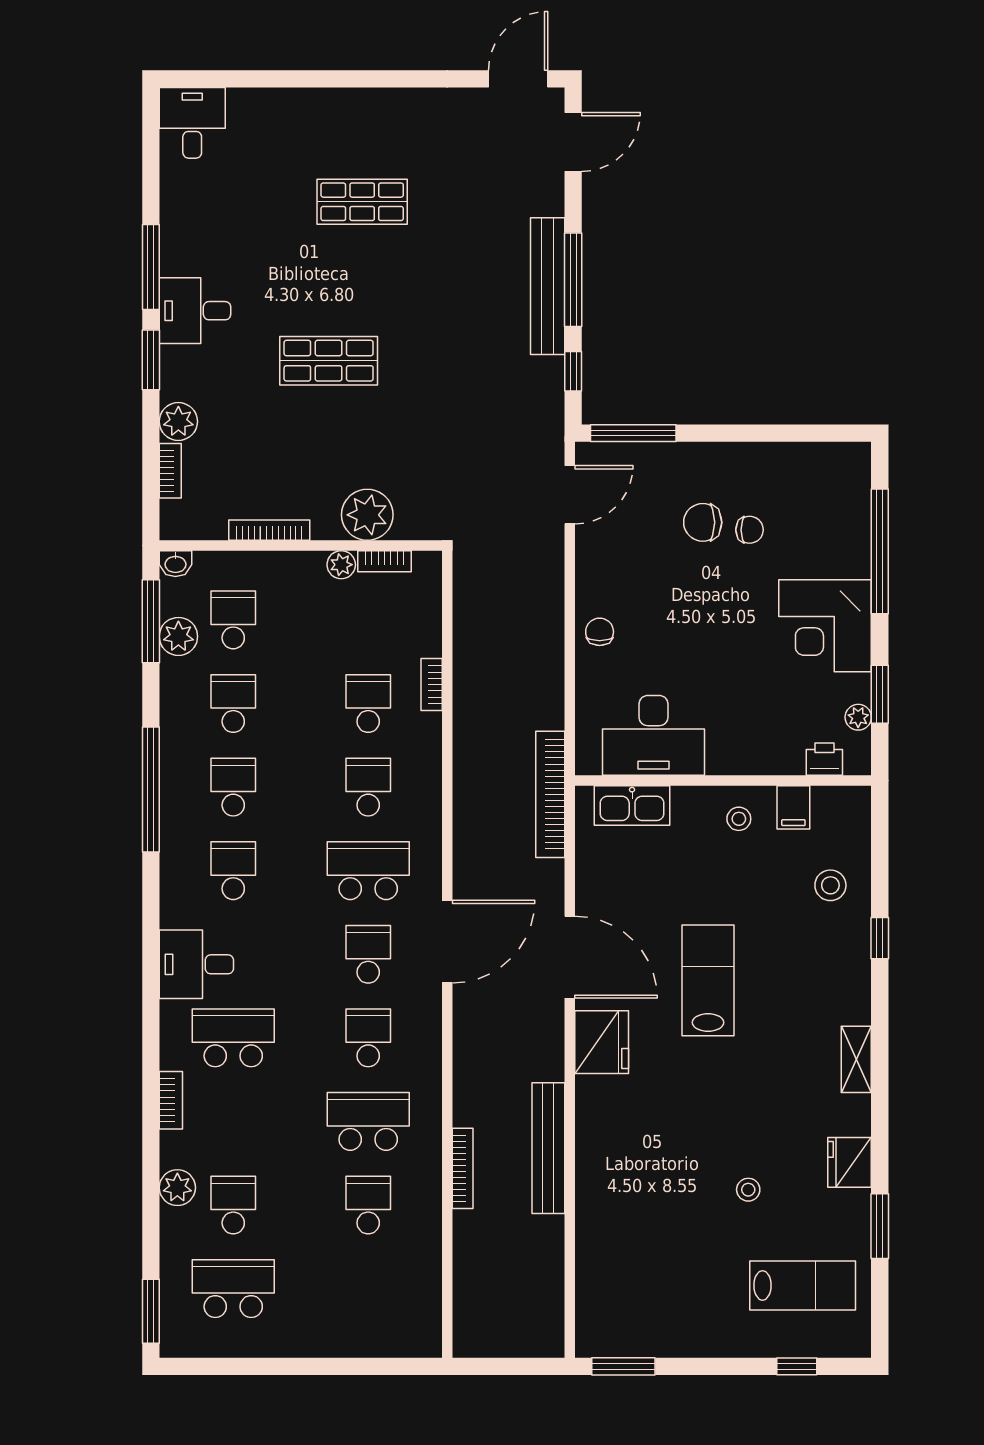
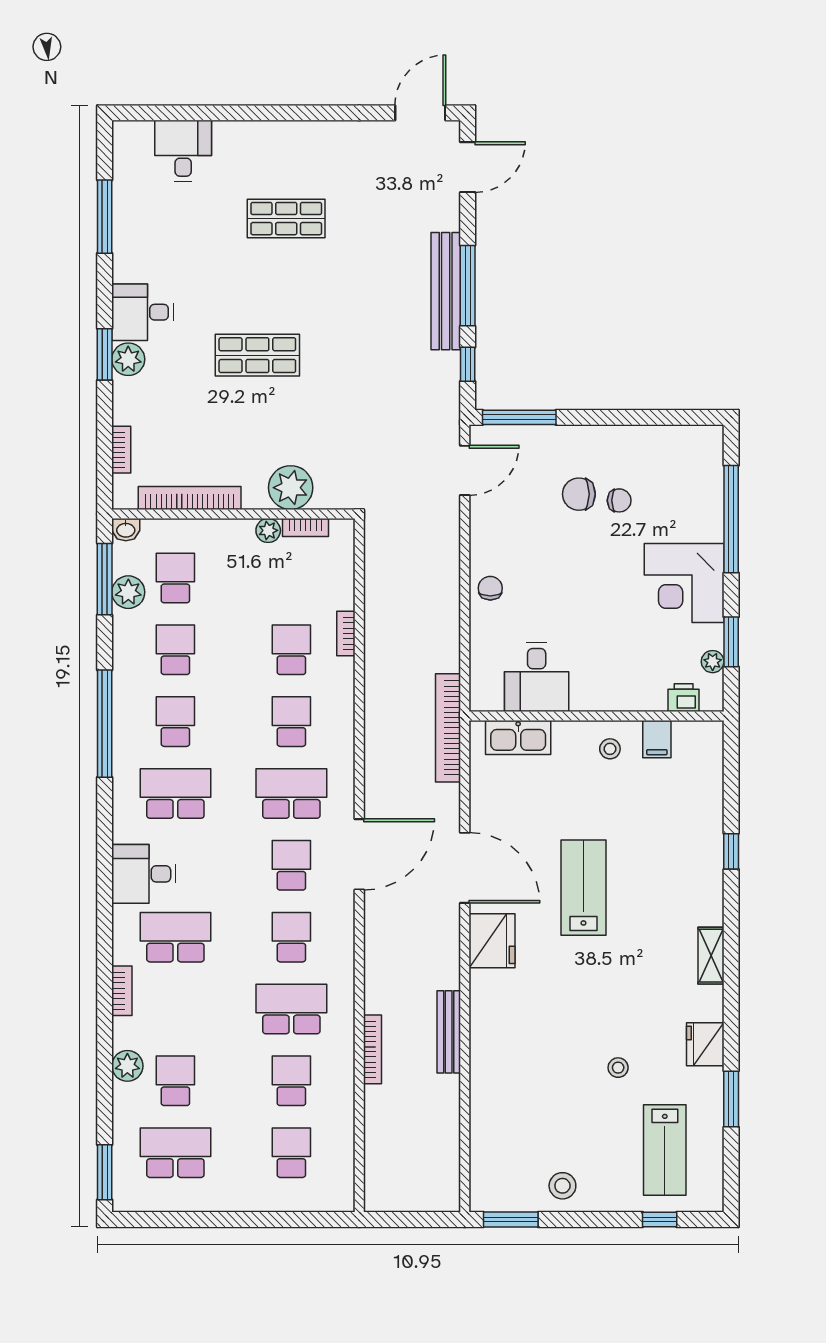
desk: (192, 123) -> (183, 151), moved
window: (151, 267) -> (105, 217), moved
plant: (178, 422) -> (128, 359), moved
bookcase: (269, 530) -> (190, 498), width x1.48, depth x1.31
desk: (654, 735) -> (537, 677), width x0.73
school desk: (233, 871) -> (175, 793), width x1.85
stool: (830, 885) -> (562, 1186), moved
bench: (548, 1148) -> (449, 1032), width x0.73, depth x0.82
lab bench: (803, 1285) -> (665, 1150), turned 90
school desk: (368, 1289) -> (291, 1153), added

